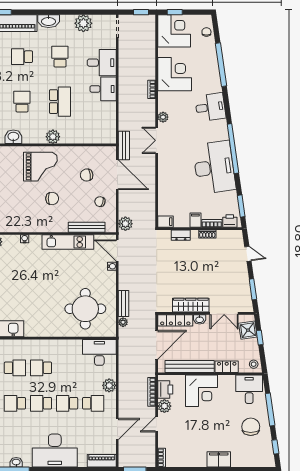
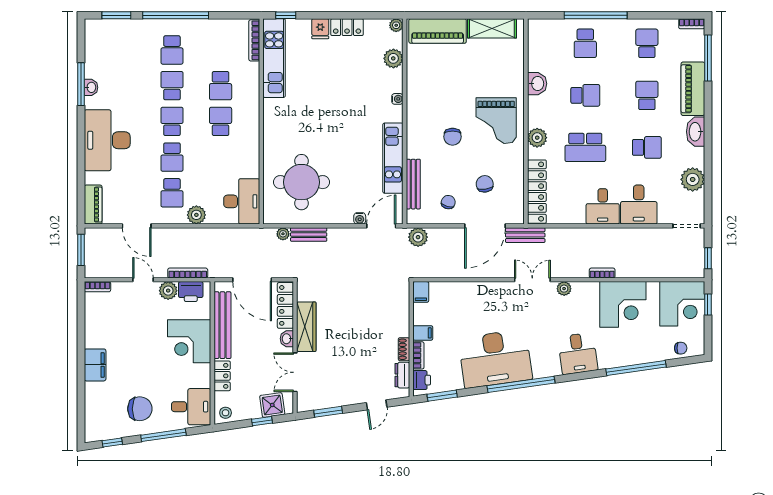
locker: (92, 137) -> (537, 192), added
dresser: (181, 235) -> (402, 375), moved
school desk: (67, 403) -> (172, 157), turned 180

